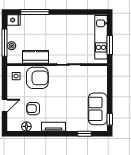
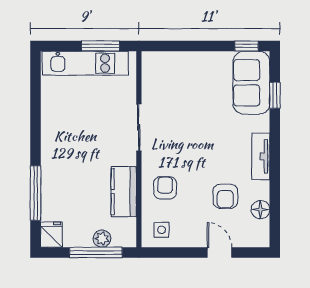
armchair: (37, 78) -> (165, 188), width x0.53, depth x0.53
sofa: (98, 109) -> (251, 83), moved, turned 90

